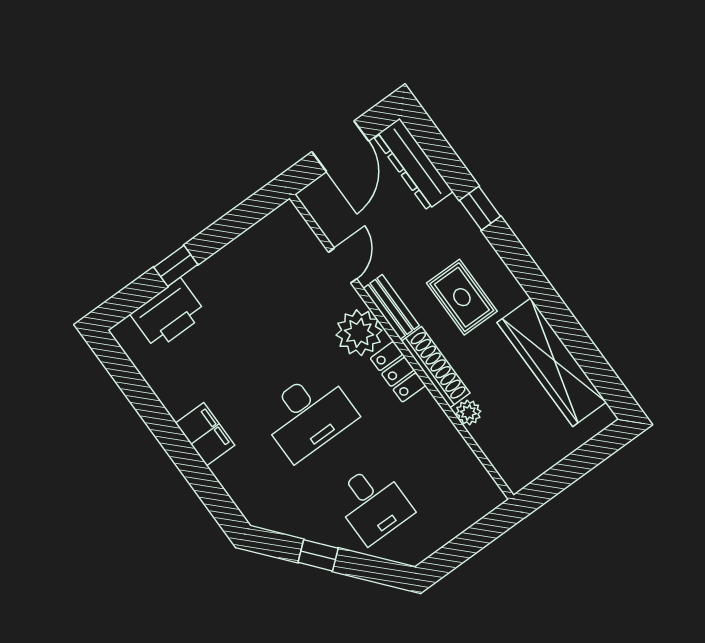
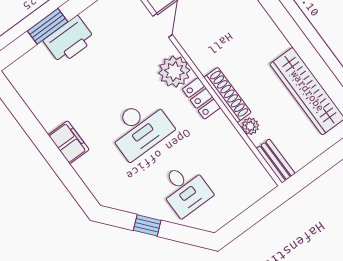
window: (176, 266) -> (48, 26), width x1.50
rug: (462, 297) -> (245, 47), removed
bench: (391, 307) -> (276, 161), moved
printer: (168, 314) -> (69, 40), moved

